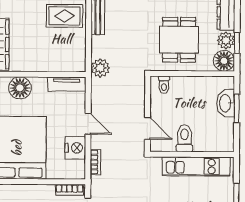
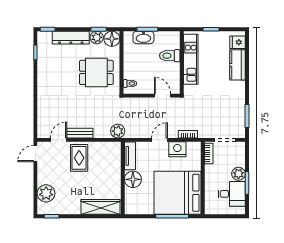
floor lamp: (20, 88) -> (133, 179), moved
door: (147, 128) -> (163, 96), hinge flipped
toilet: (184, 138) -> (170, 56), moved

